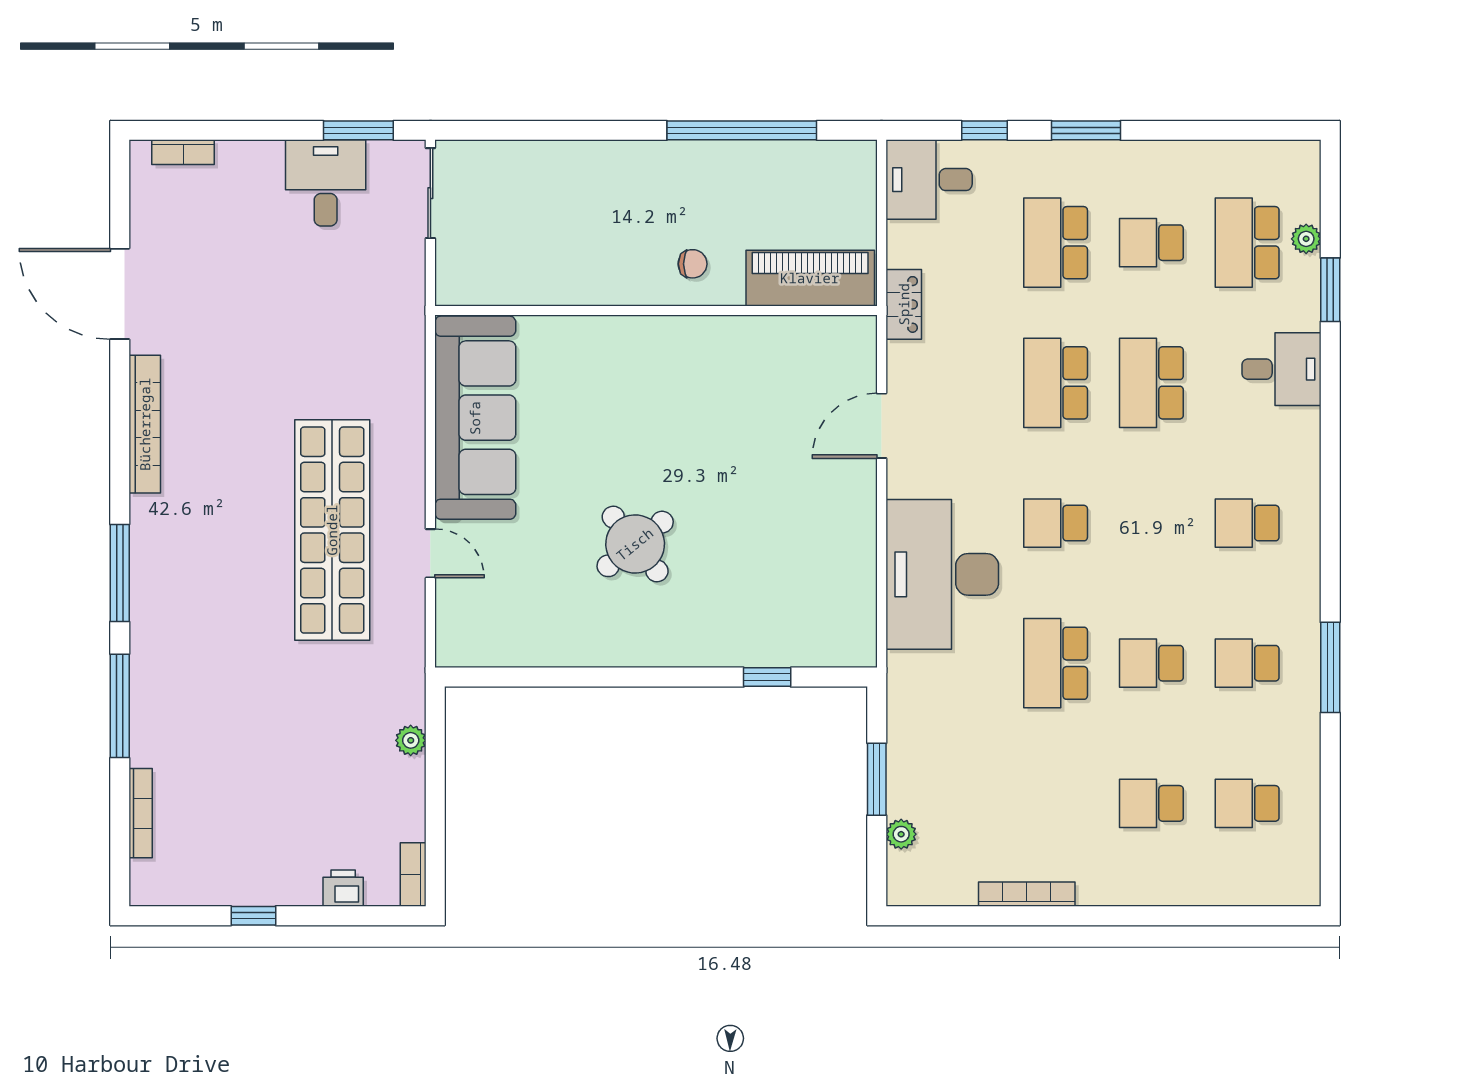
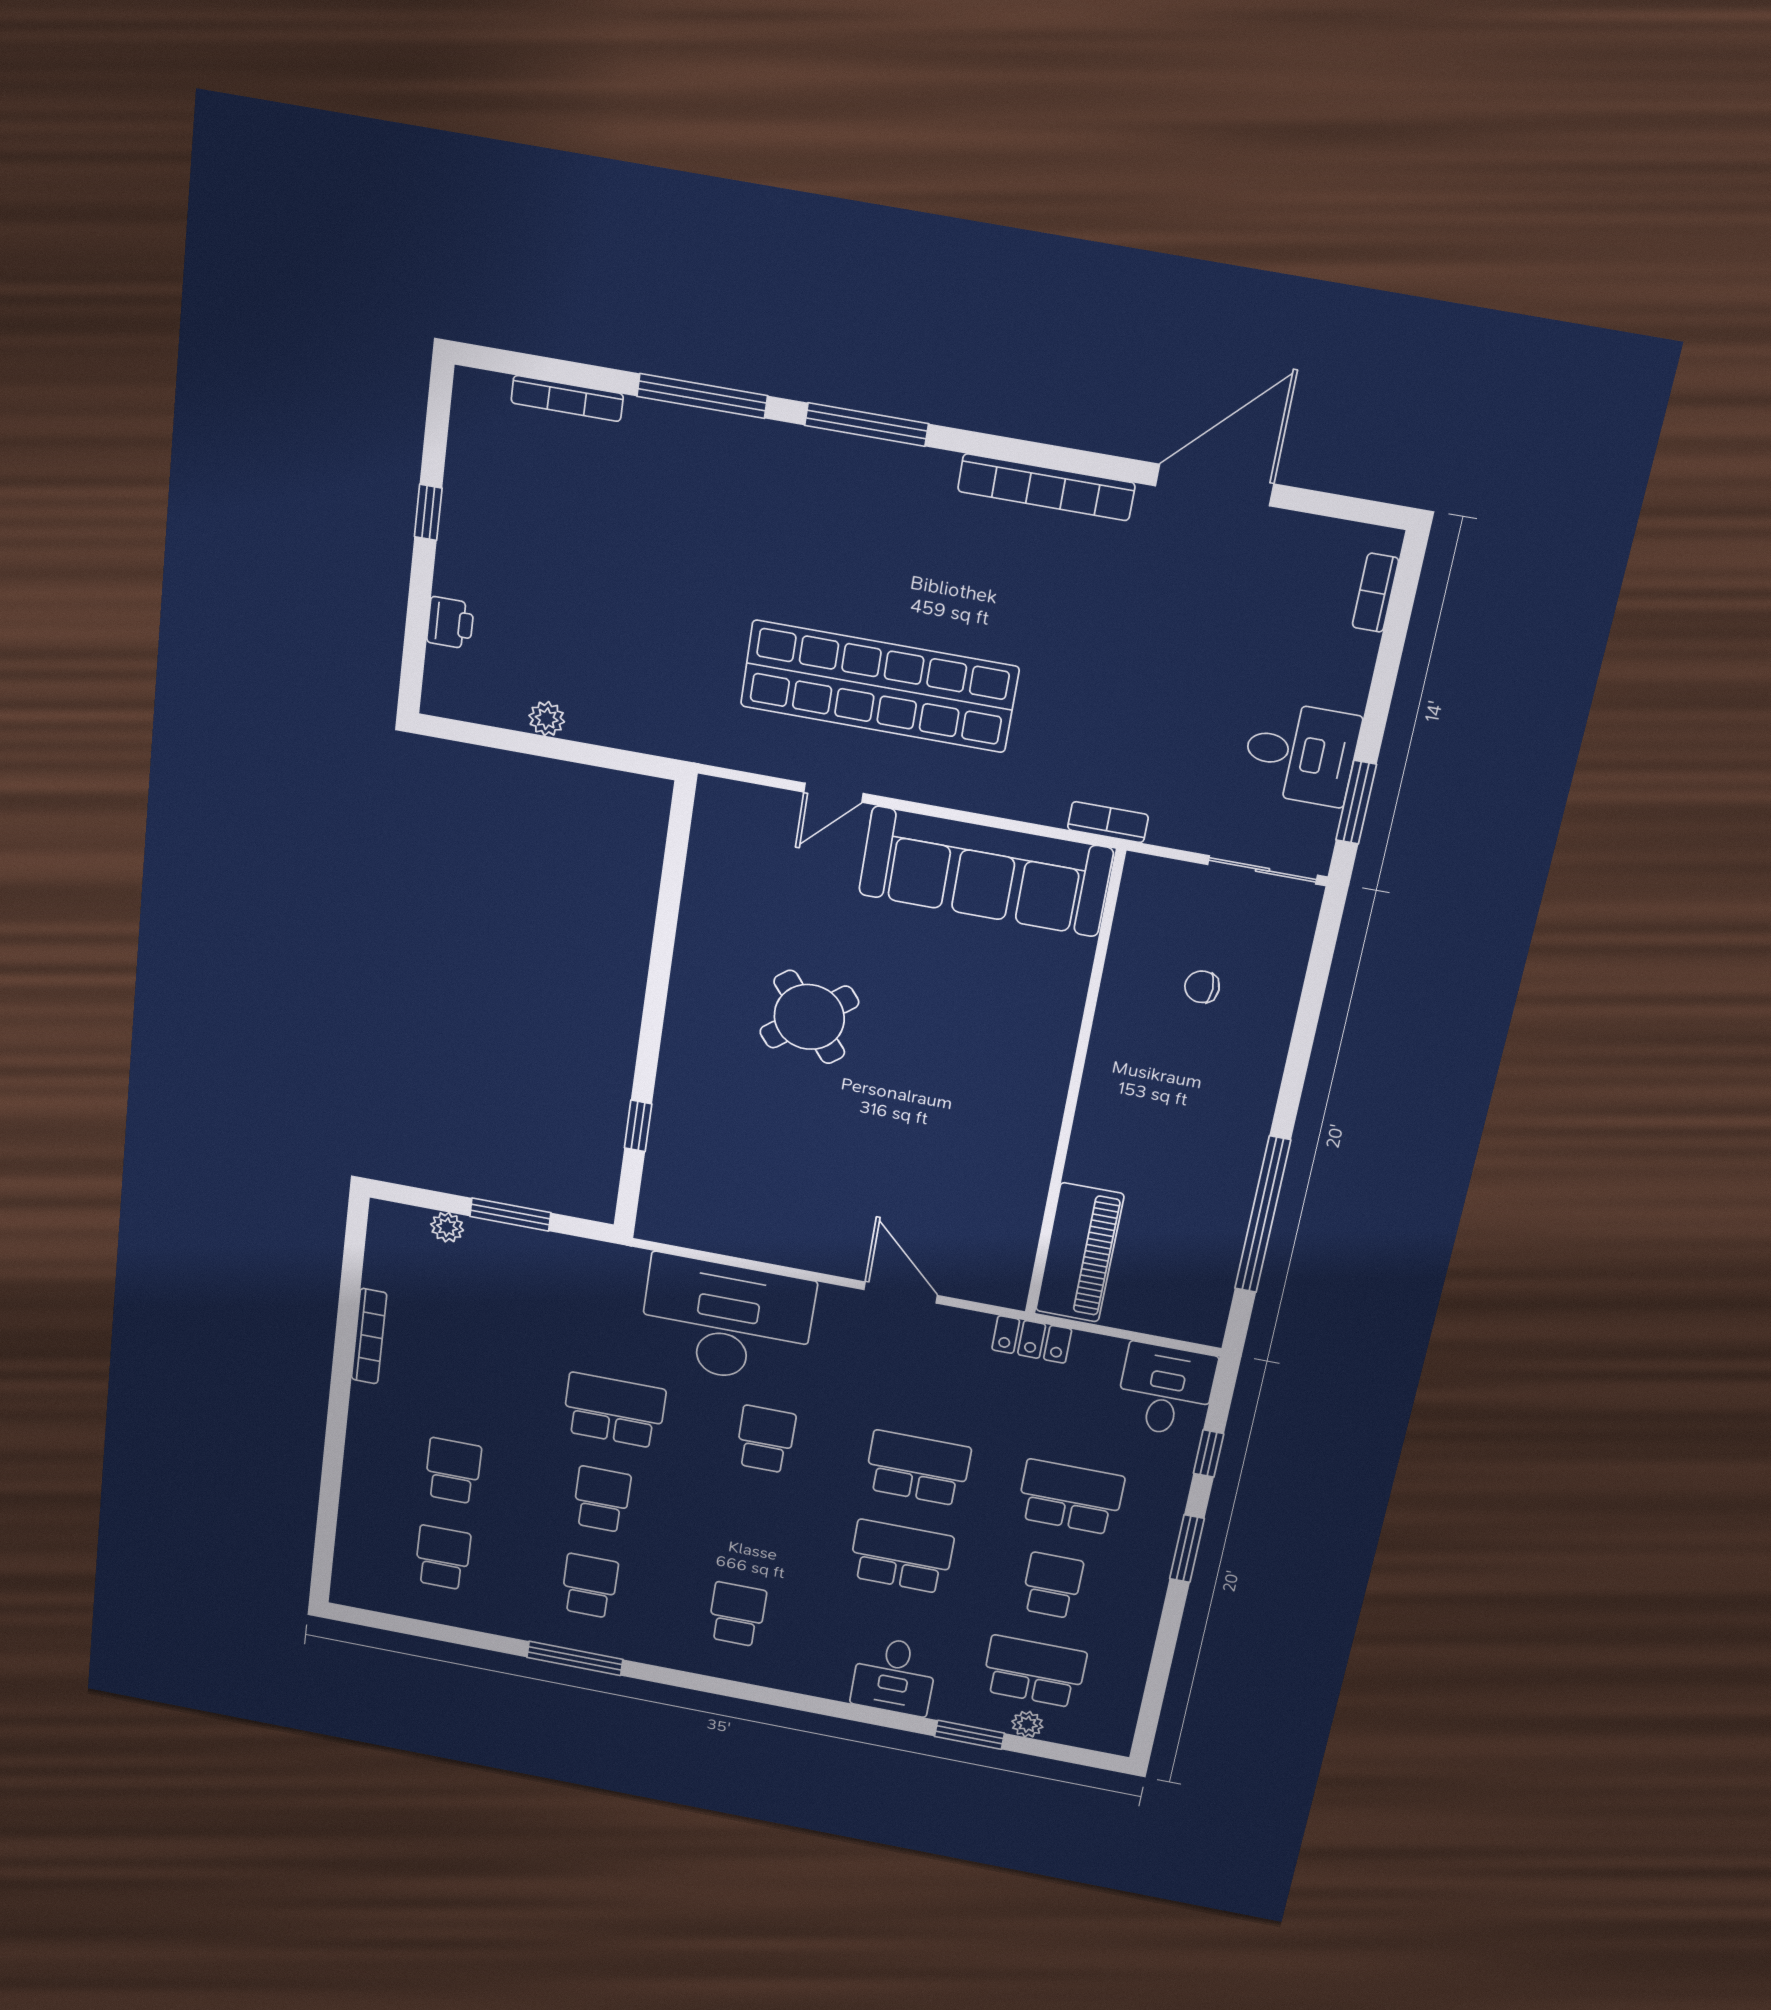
chair: (693, 264) -> (1202, 987), moved, turned 90
plant: (411, 740) -> (547, 719), moved
bookcase: (413, 875) -> (1108, 822), moved

